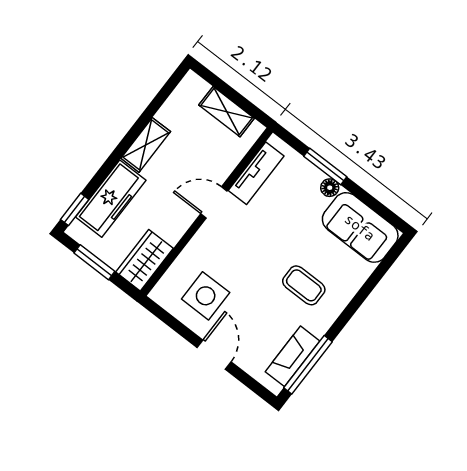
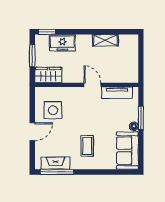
shelving: (227, 112) -> (132, 62), removed
shelving: (146, 145) -> (105, 40), moved
freezer: (111, 199) -> (62, 43), width x0.71

